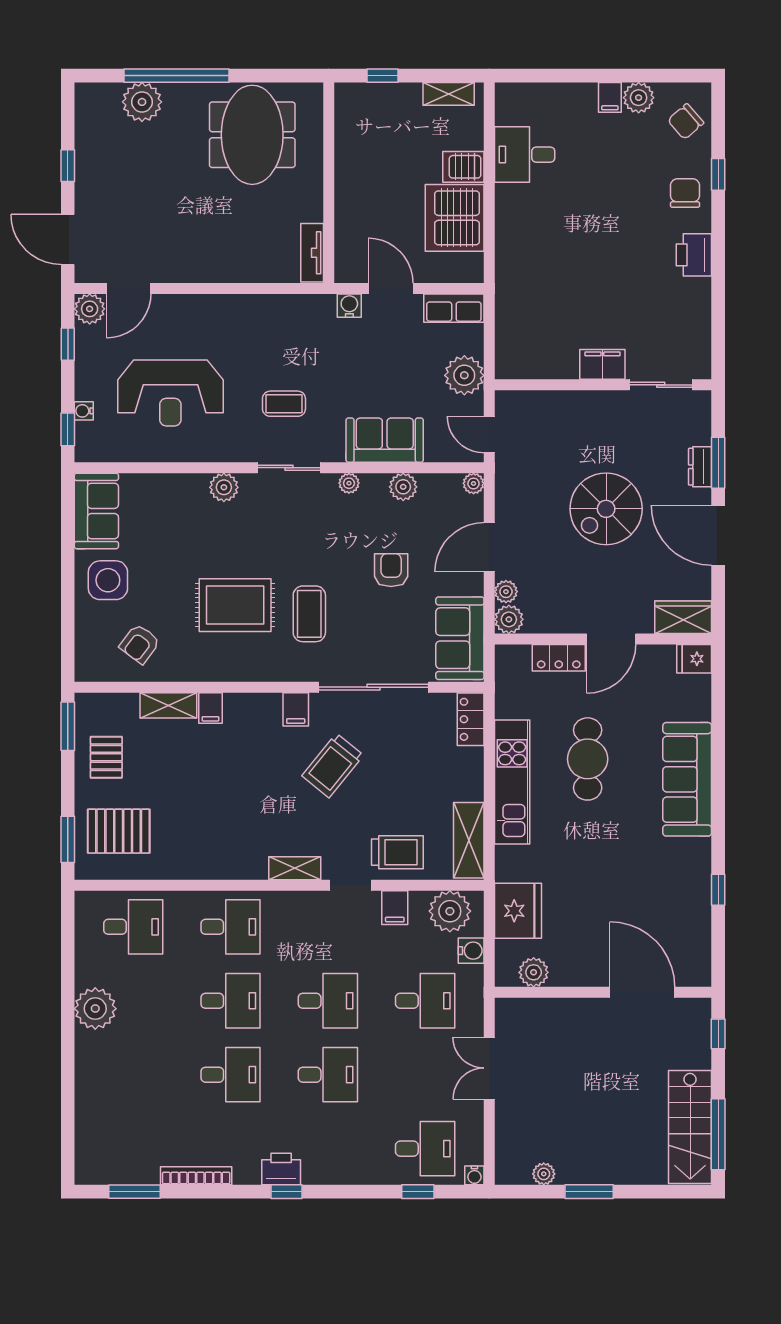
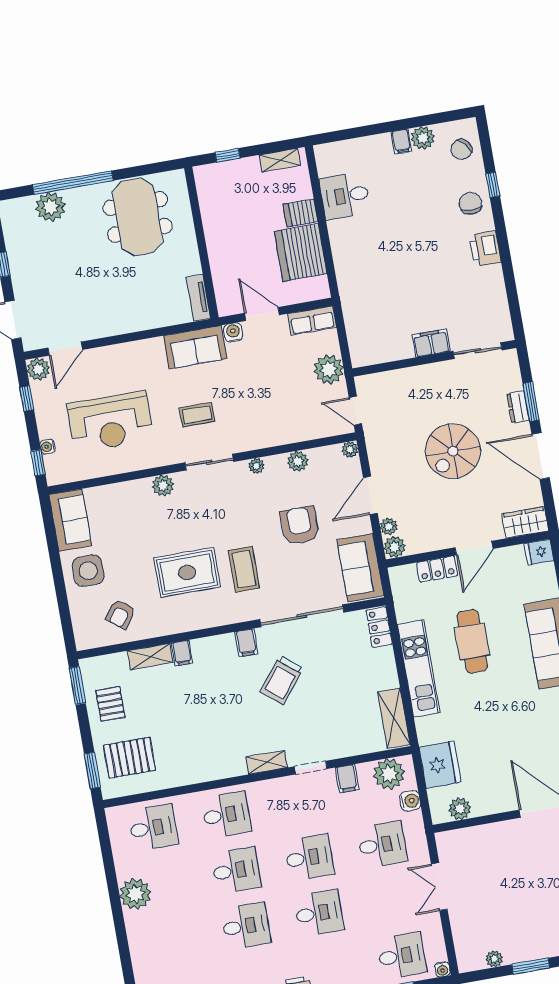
sofa: (385, 440) -> (195, 347), moved, turned 180
armchair: (391, 570) -> (300, 526), width x1.38, depth x1.38
trolley: (397, 852) -> (342, 737), removed

